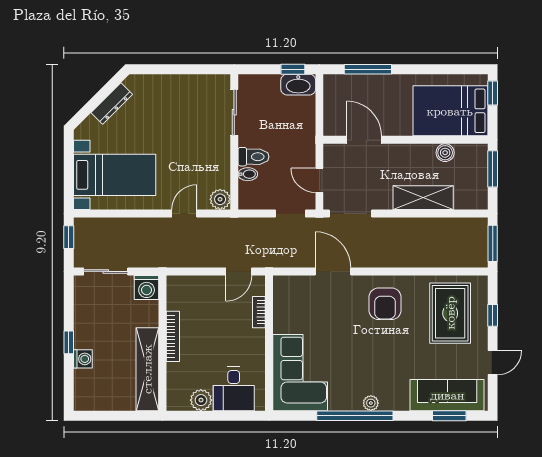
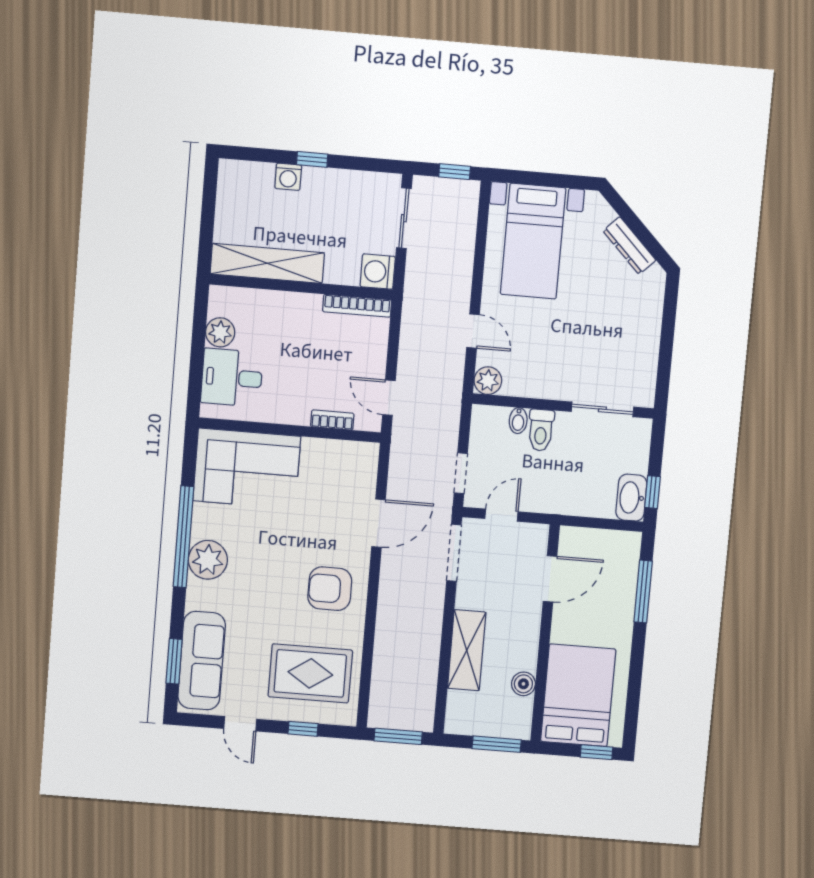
bookcase: (173, 336) -> (357, 306), moved
plant: (371, 403) -> (208, 560), width x1.88, depth x1.88

